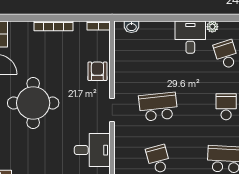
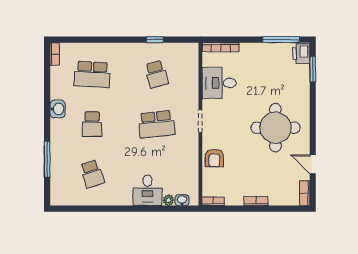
bookcase: (53, 26) -> (256, 201), width x0.64
plant: (212, 27) -> (168, 200), moved
desk: (190, 37) -> (147, 190), moved

